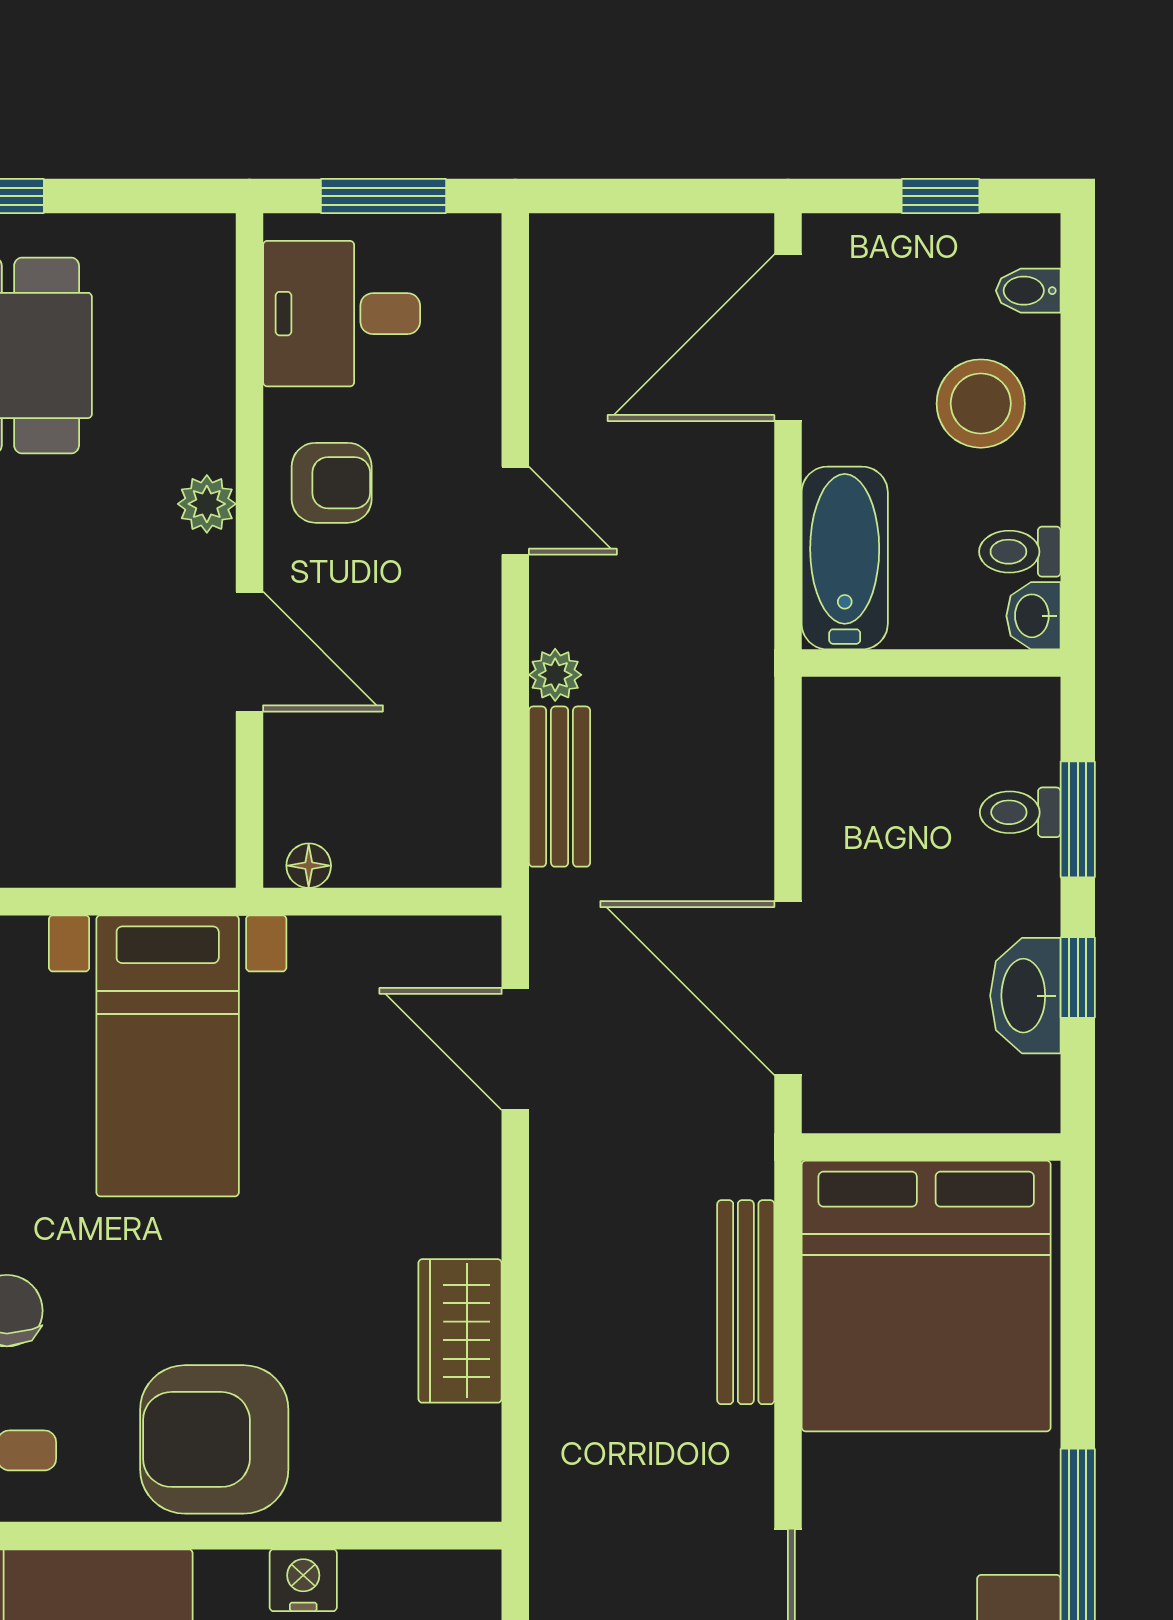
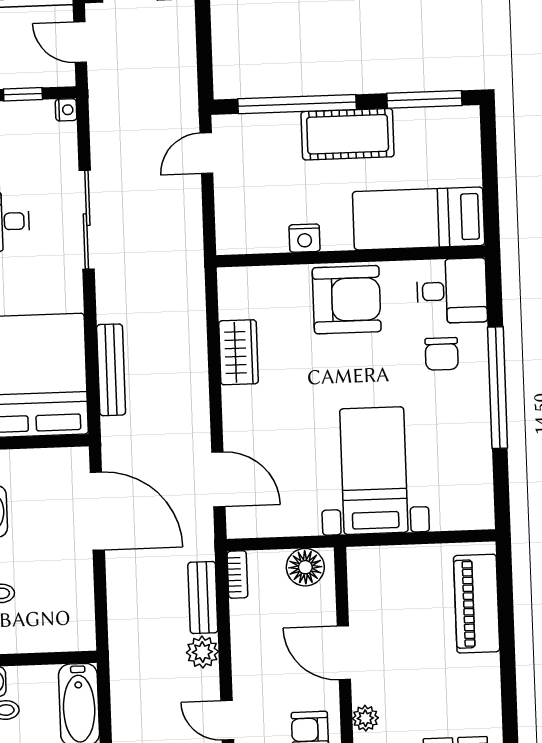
plant: (555, 675) -> (202, 652), width x1.38, depth x1.38
bookcase: (481, 835) -> (237, 574), added
floor lamp: (309, 866) -> (305, 567), width x1.89, depth x1.89

